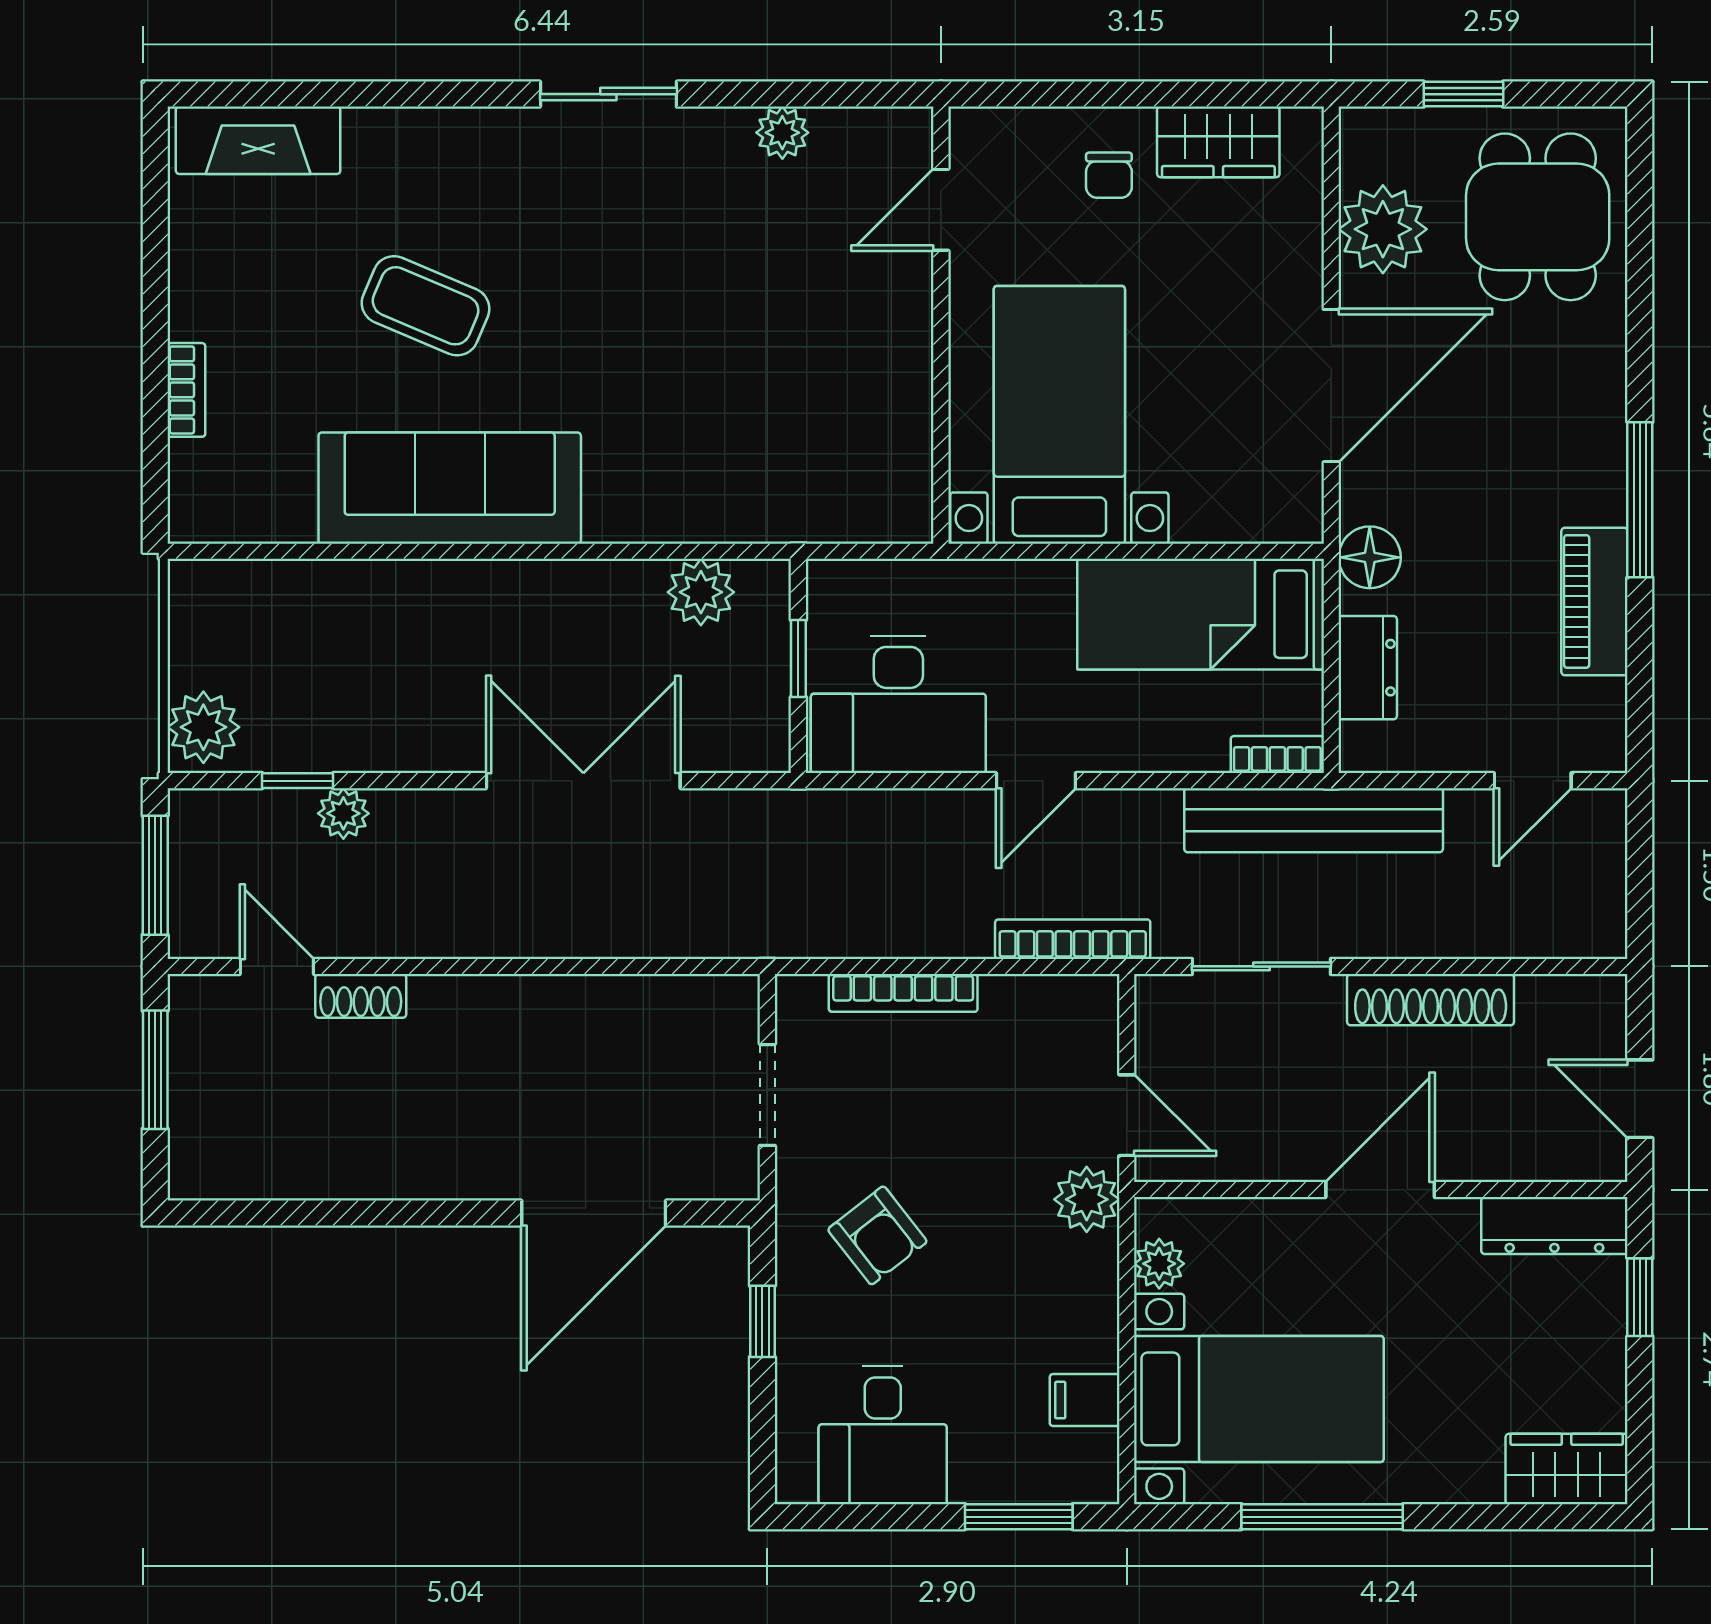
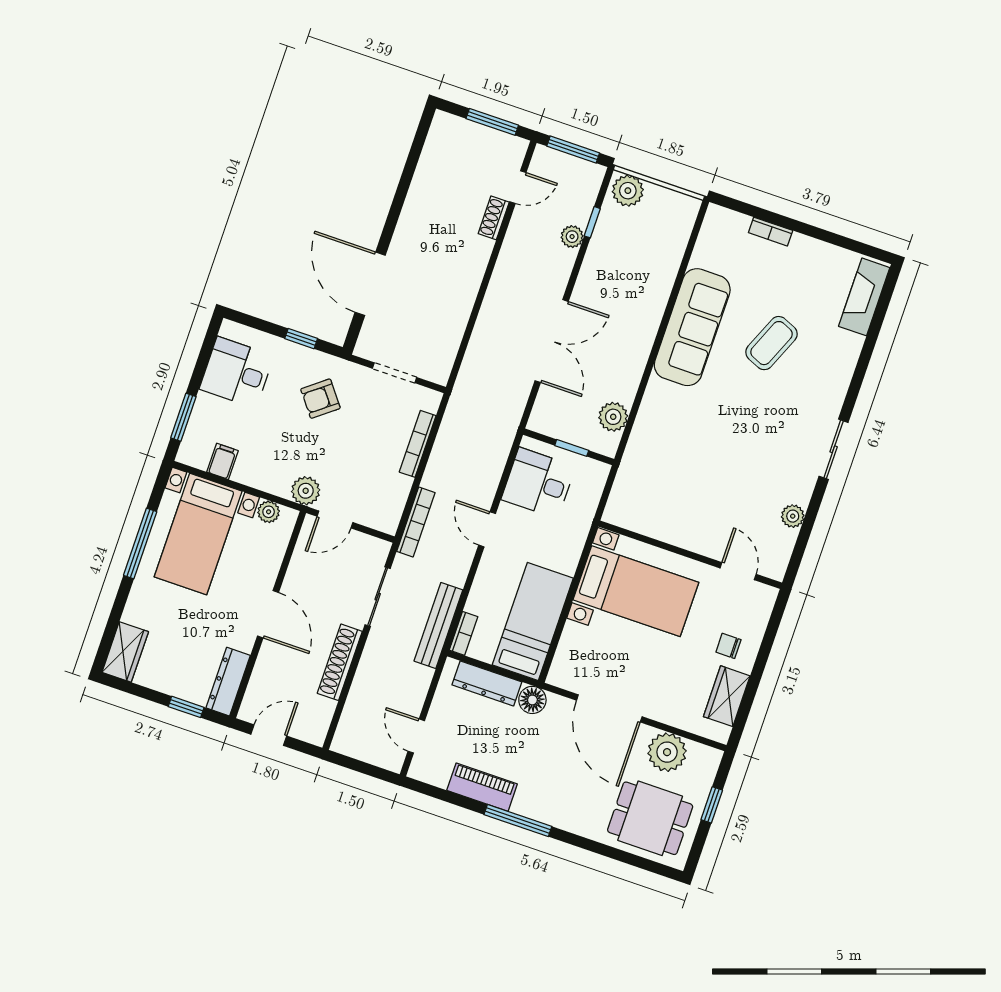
dresser: (1368, 668) -> (487, 683), width x1.44
desk: (898, 704) -> (538, 483), width x0.73
bench: (1314, 820) -> (438, 626), width x0.73, depth x0.82

